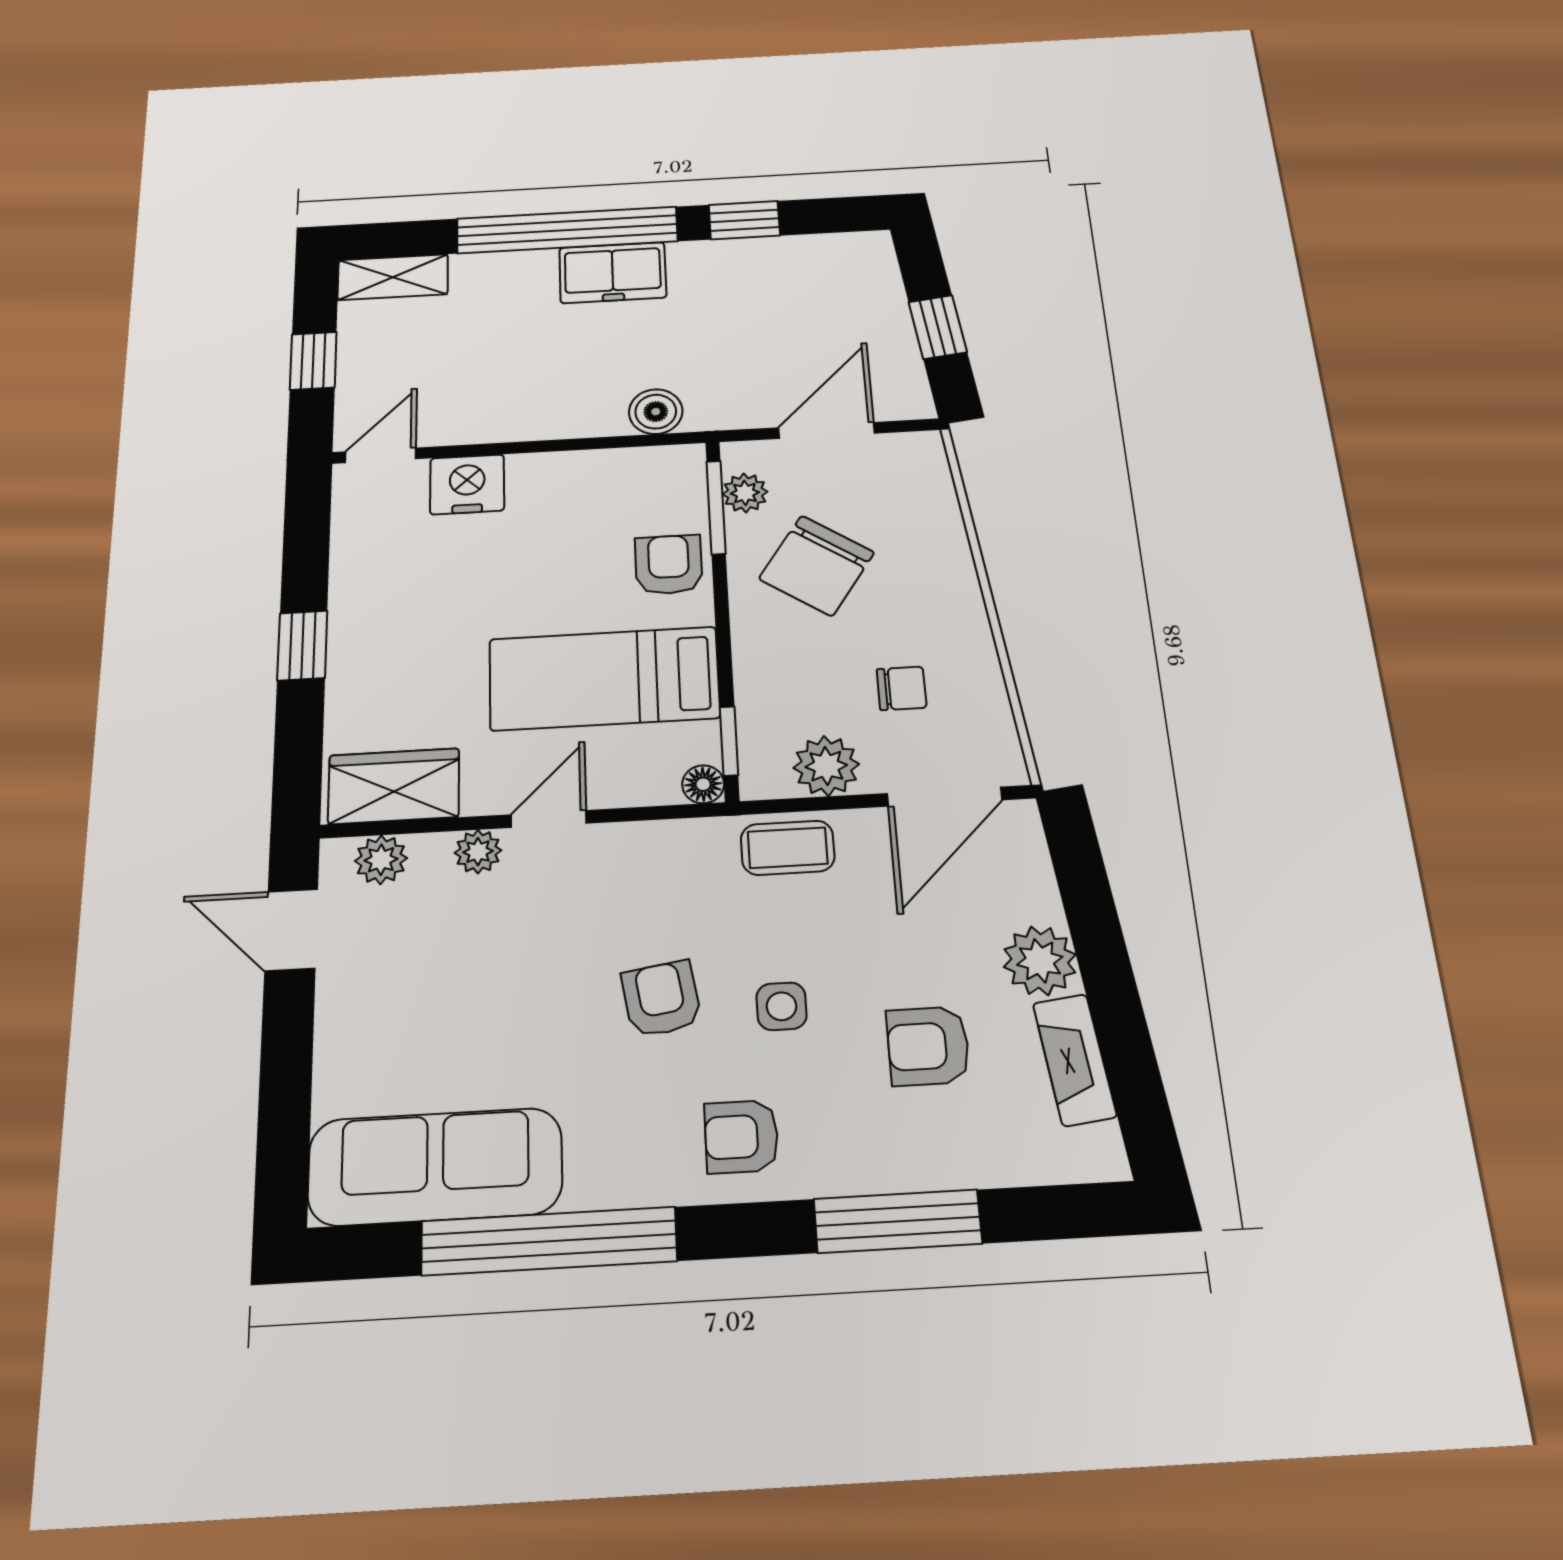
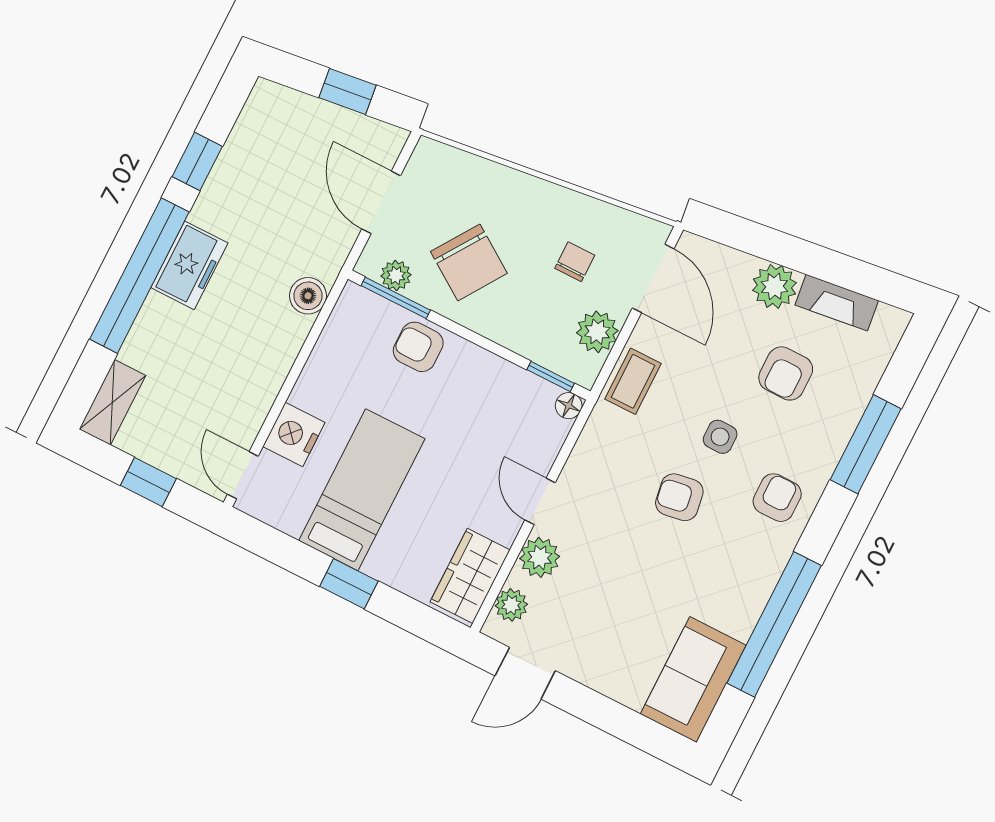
bed: (604, 678) -> (362, 490), moved, turned 180
plant: (478, 852) -> (540, 557), width x1.38, depth x1.38
armchair: (741, 1137) -> (777, 498), turned 180
sofa: (435, 1167) -> (693, 680), width x0.73

